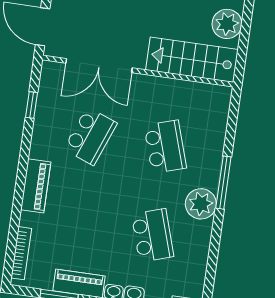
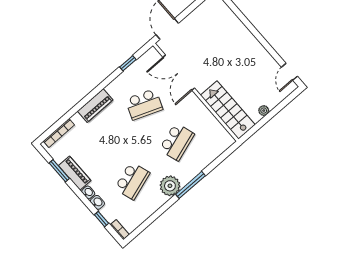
plant: (227, 24) -> (264, 111), width x0.53, depth x0.53

